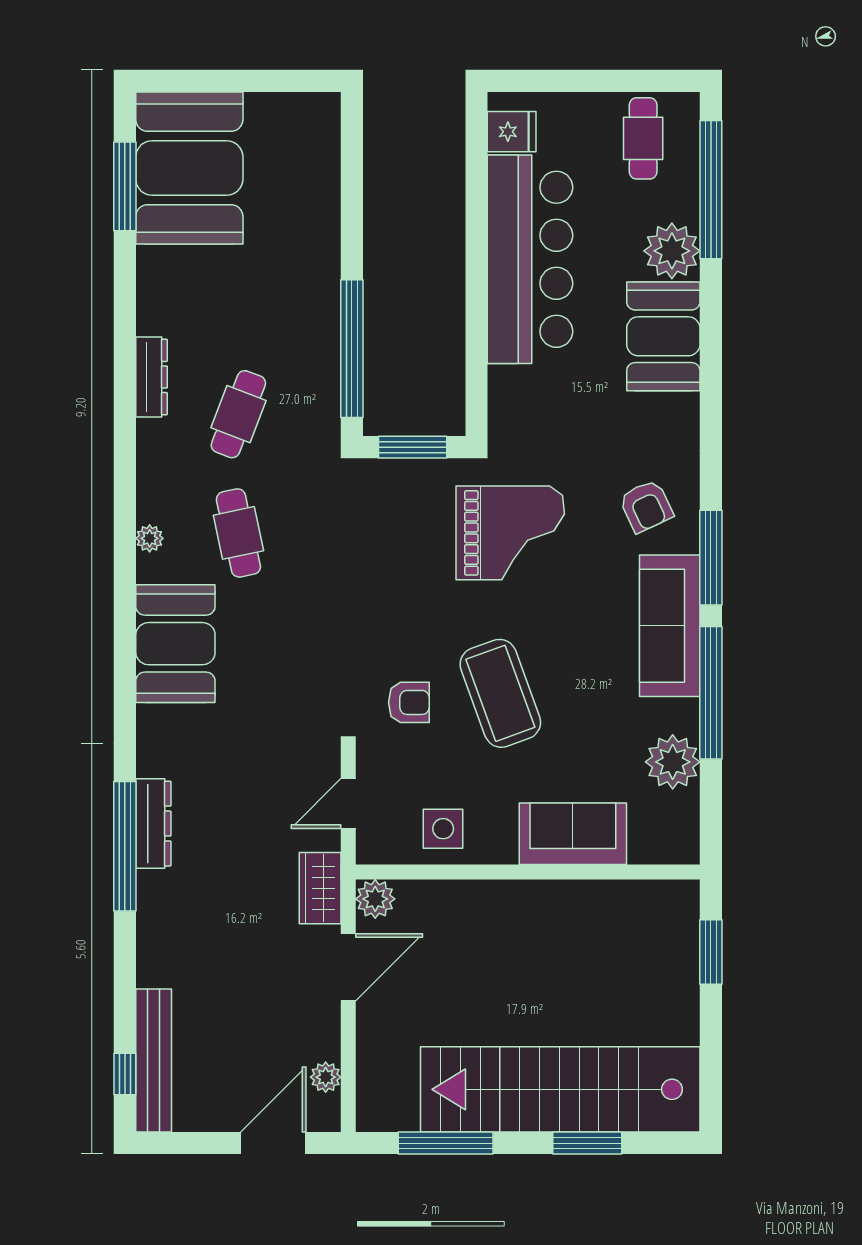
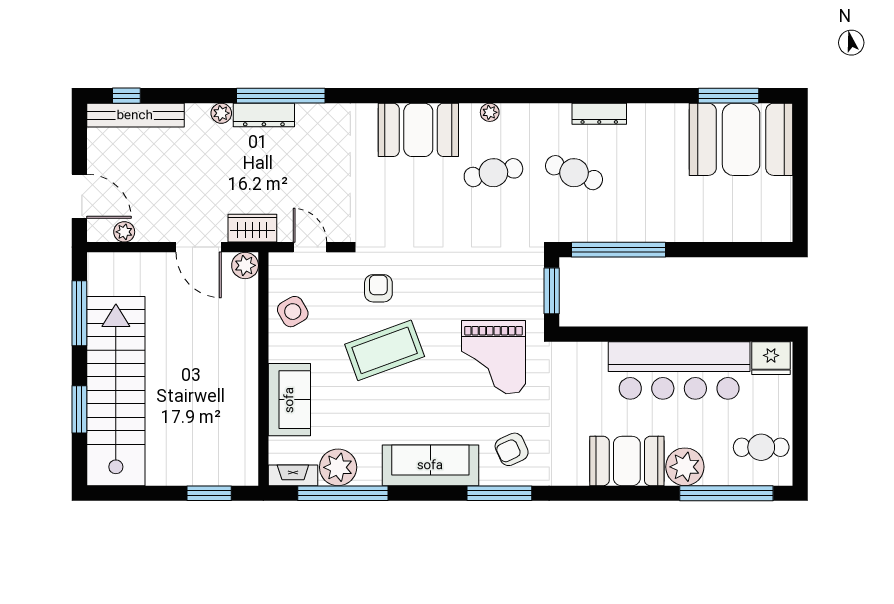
fridge: (512, 132) -> (771, 358), width x1.38
window: (711, 558) -> (499, 493), moved
window: (711, 693) -> (343, 493), moved
armchair: (409, 702) -> (378, 288), turned 180
dresser: (153, 824) -> (264, 115), moved
fireplace: (684, 828) -> (293, 475), added
side table: (443, 829) -> (293, 312), turned -30
plant: (151, 934) -> (221, 113), added

